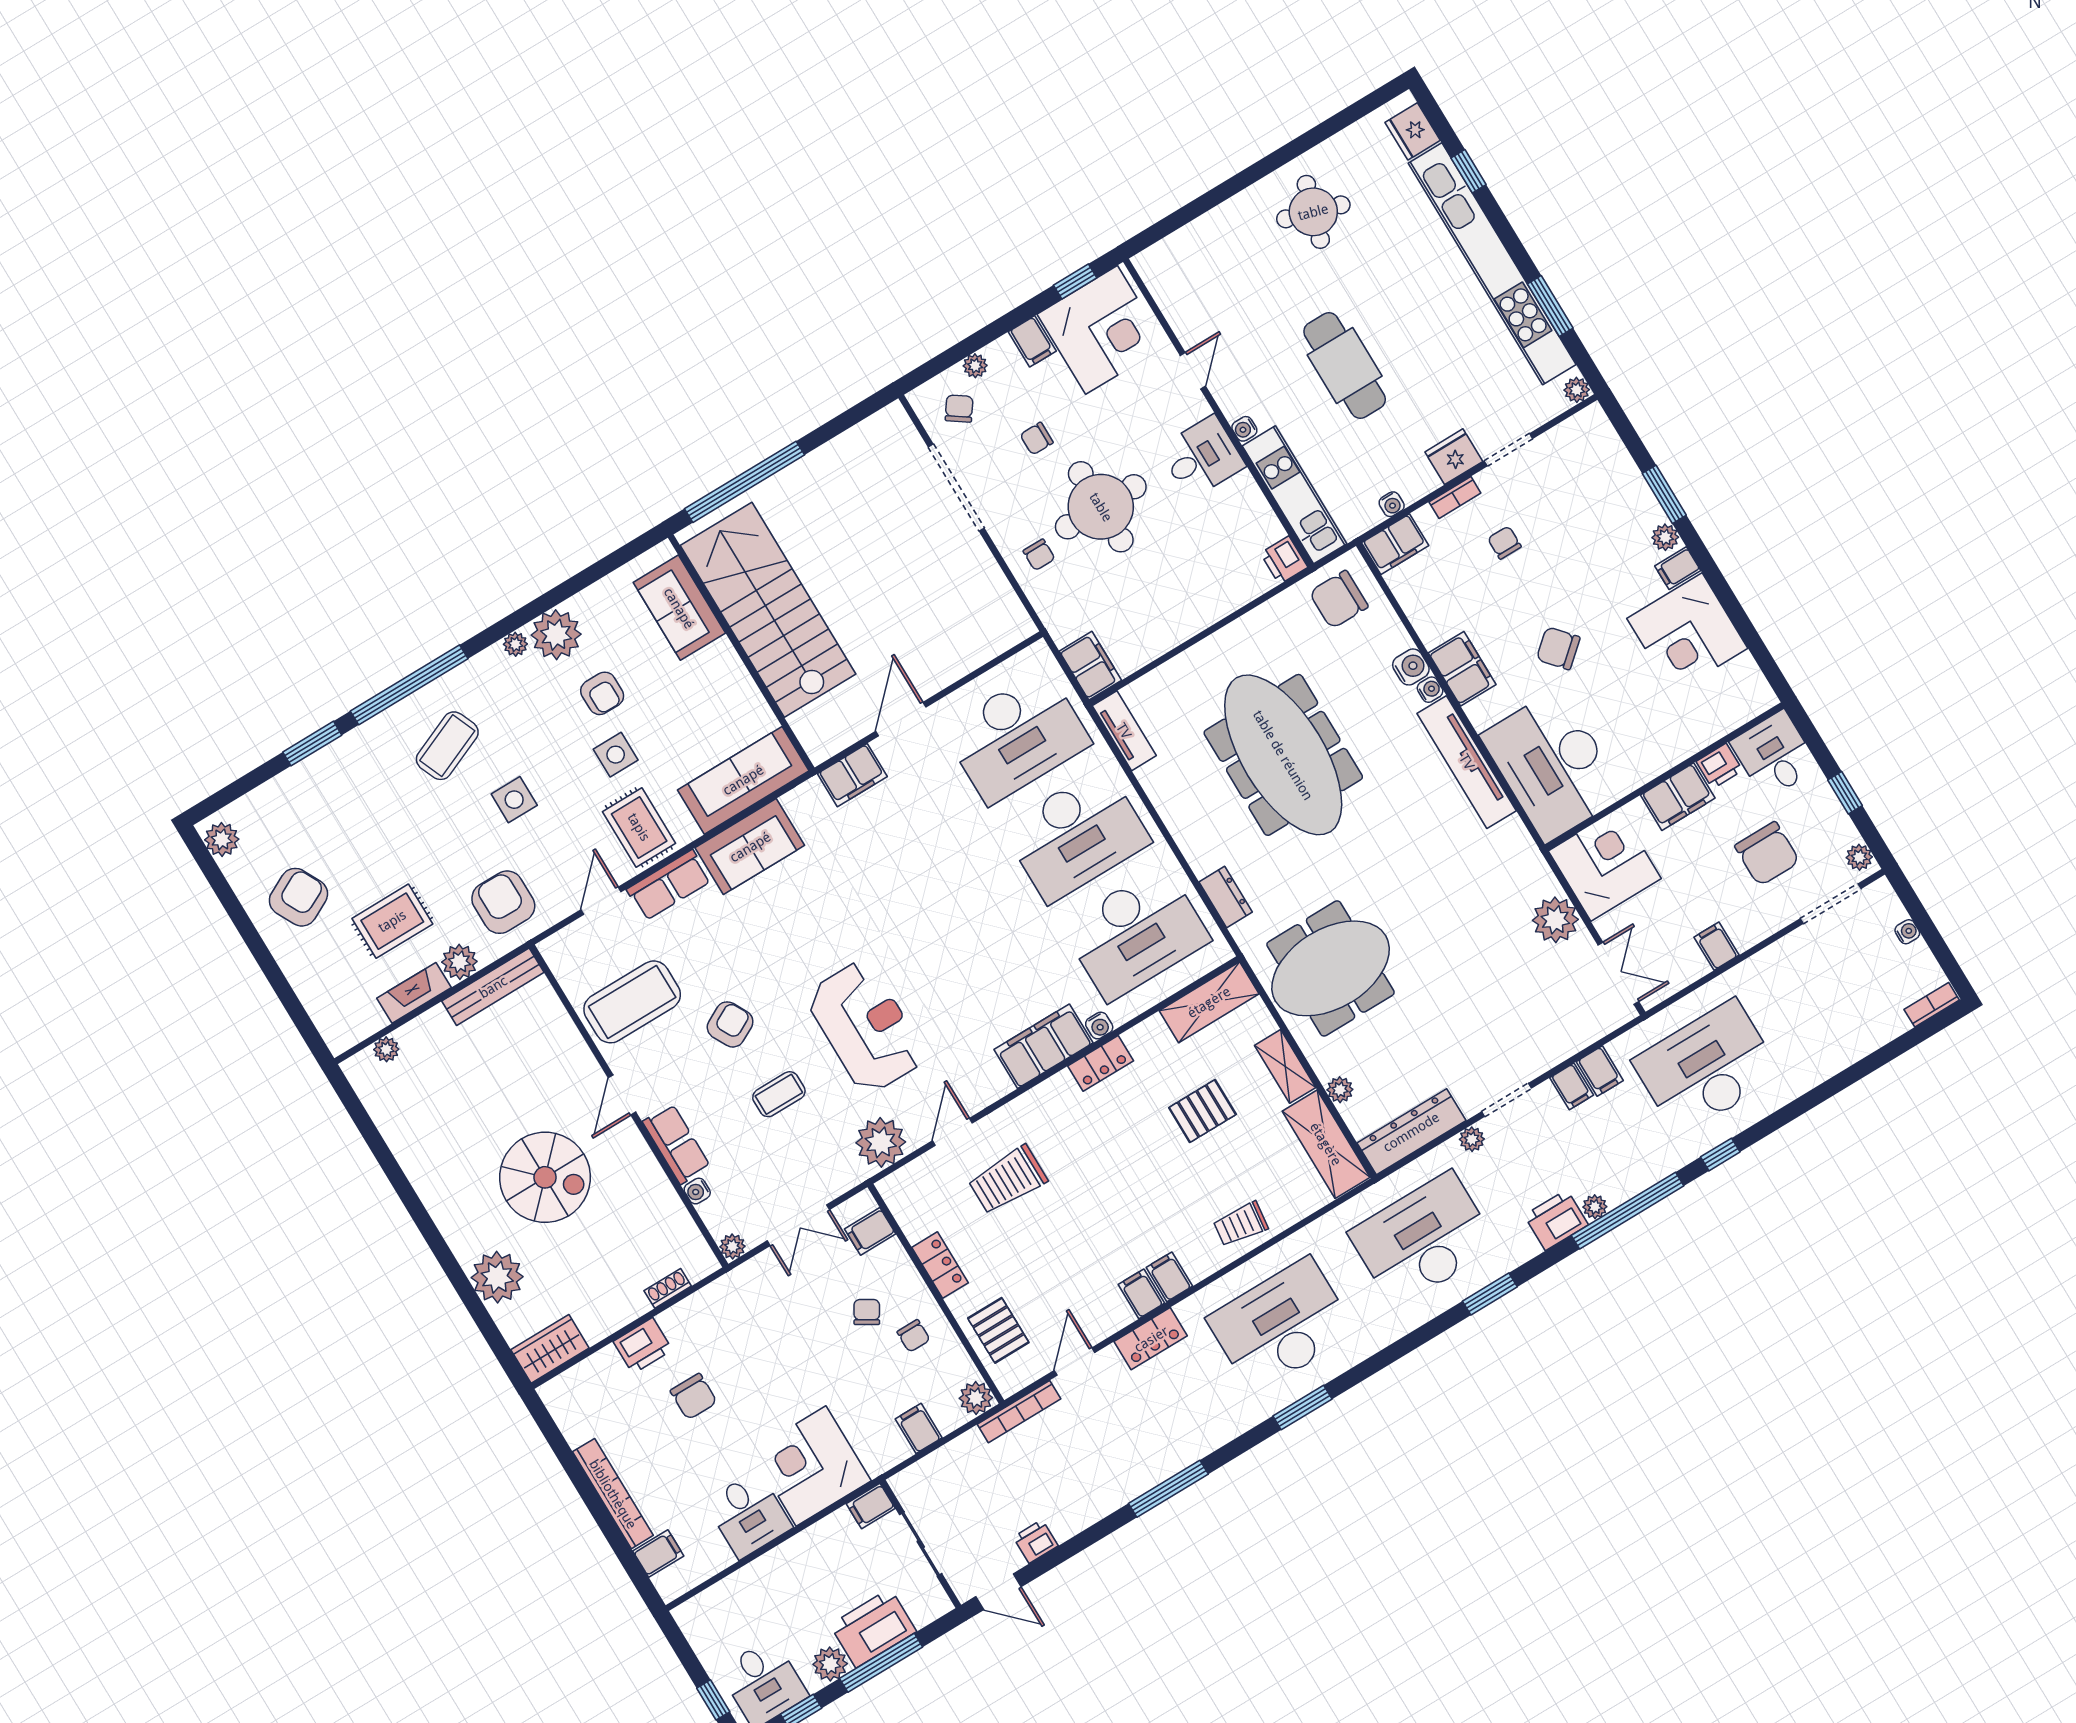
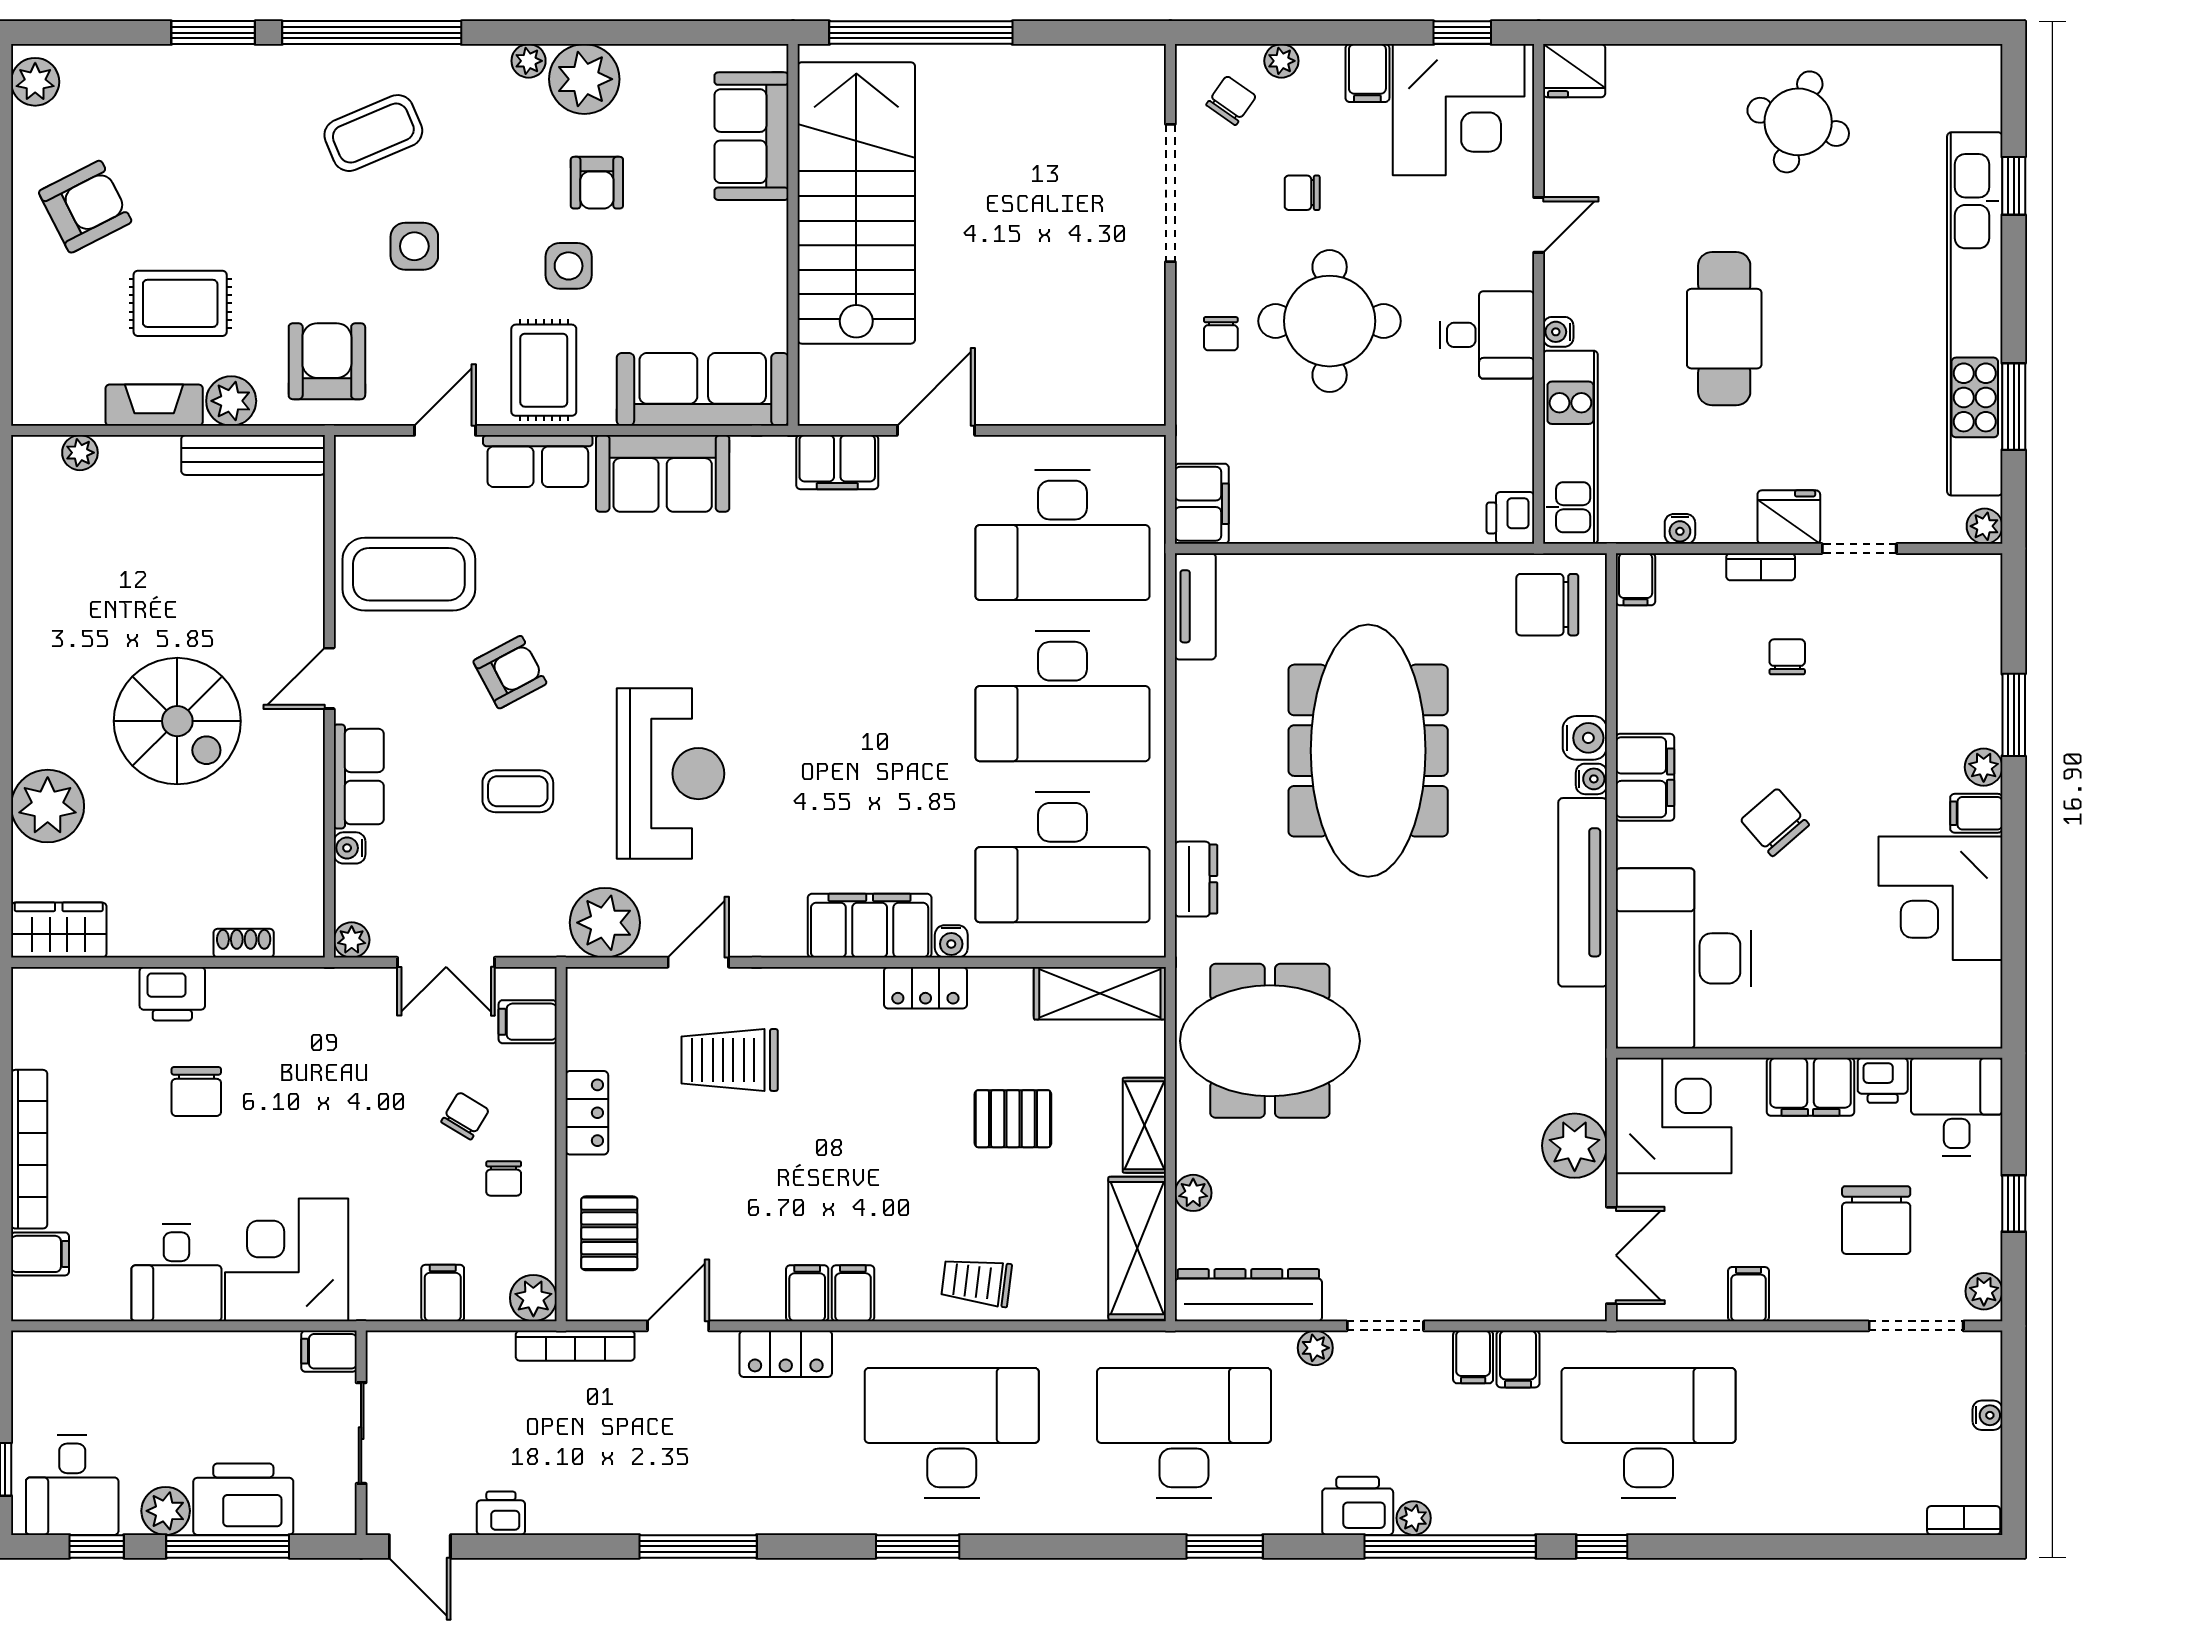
fridge: (1413, 131) -> (1574, 71), moved, turned -90
filing cabinet: (1395, 544) -> (1636, 579), width x0.50

